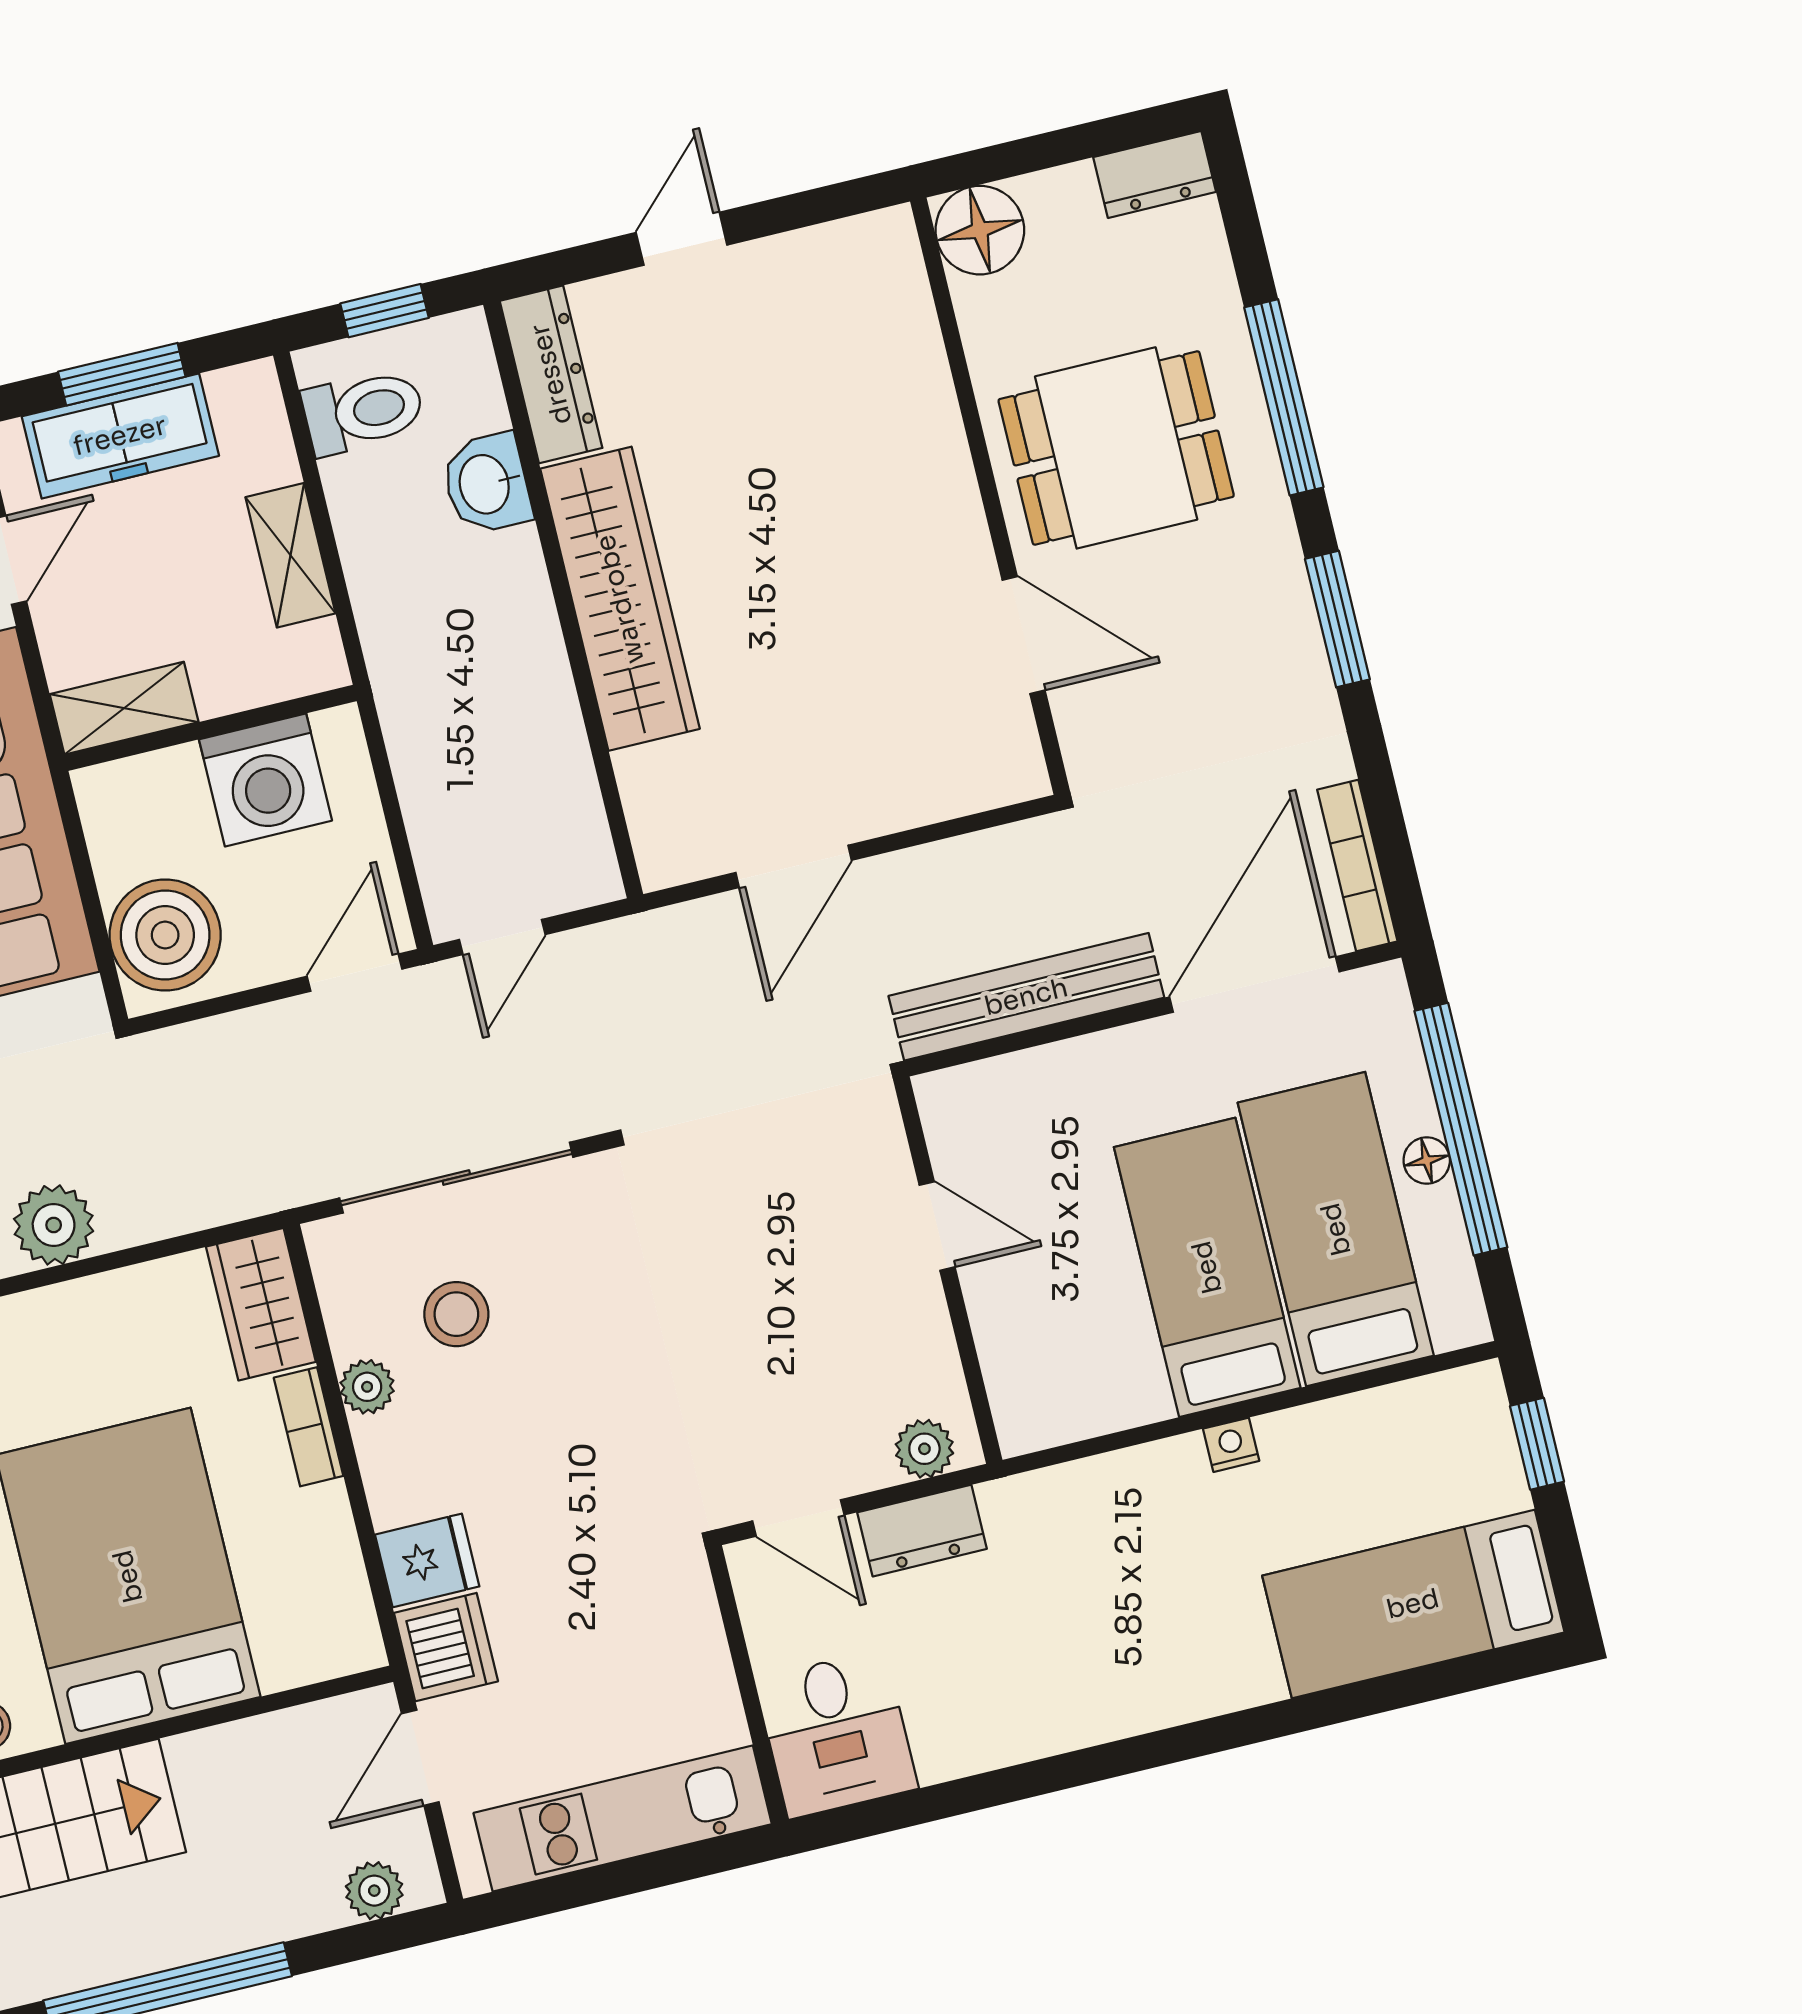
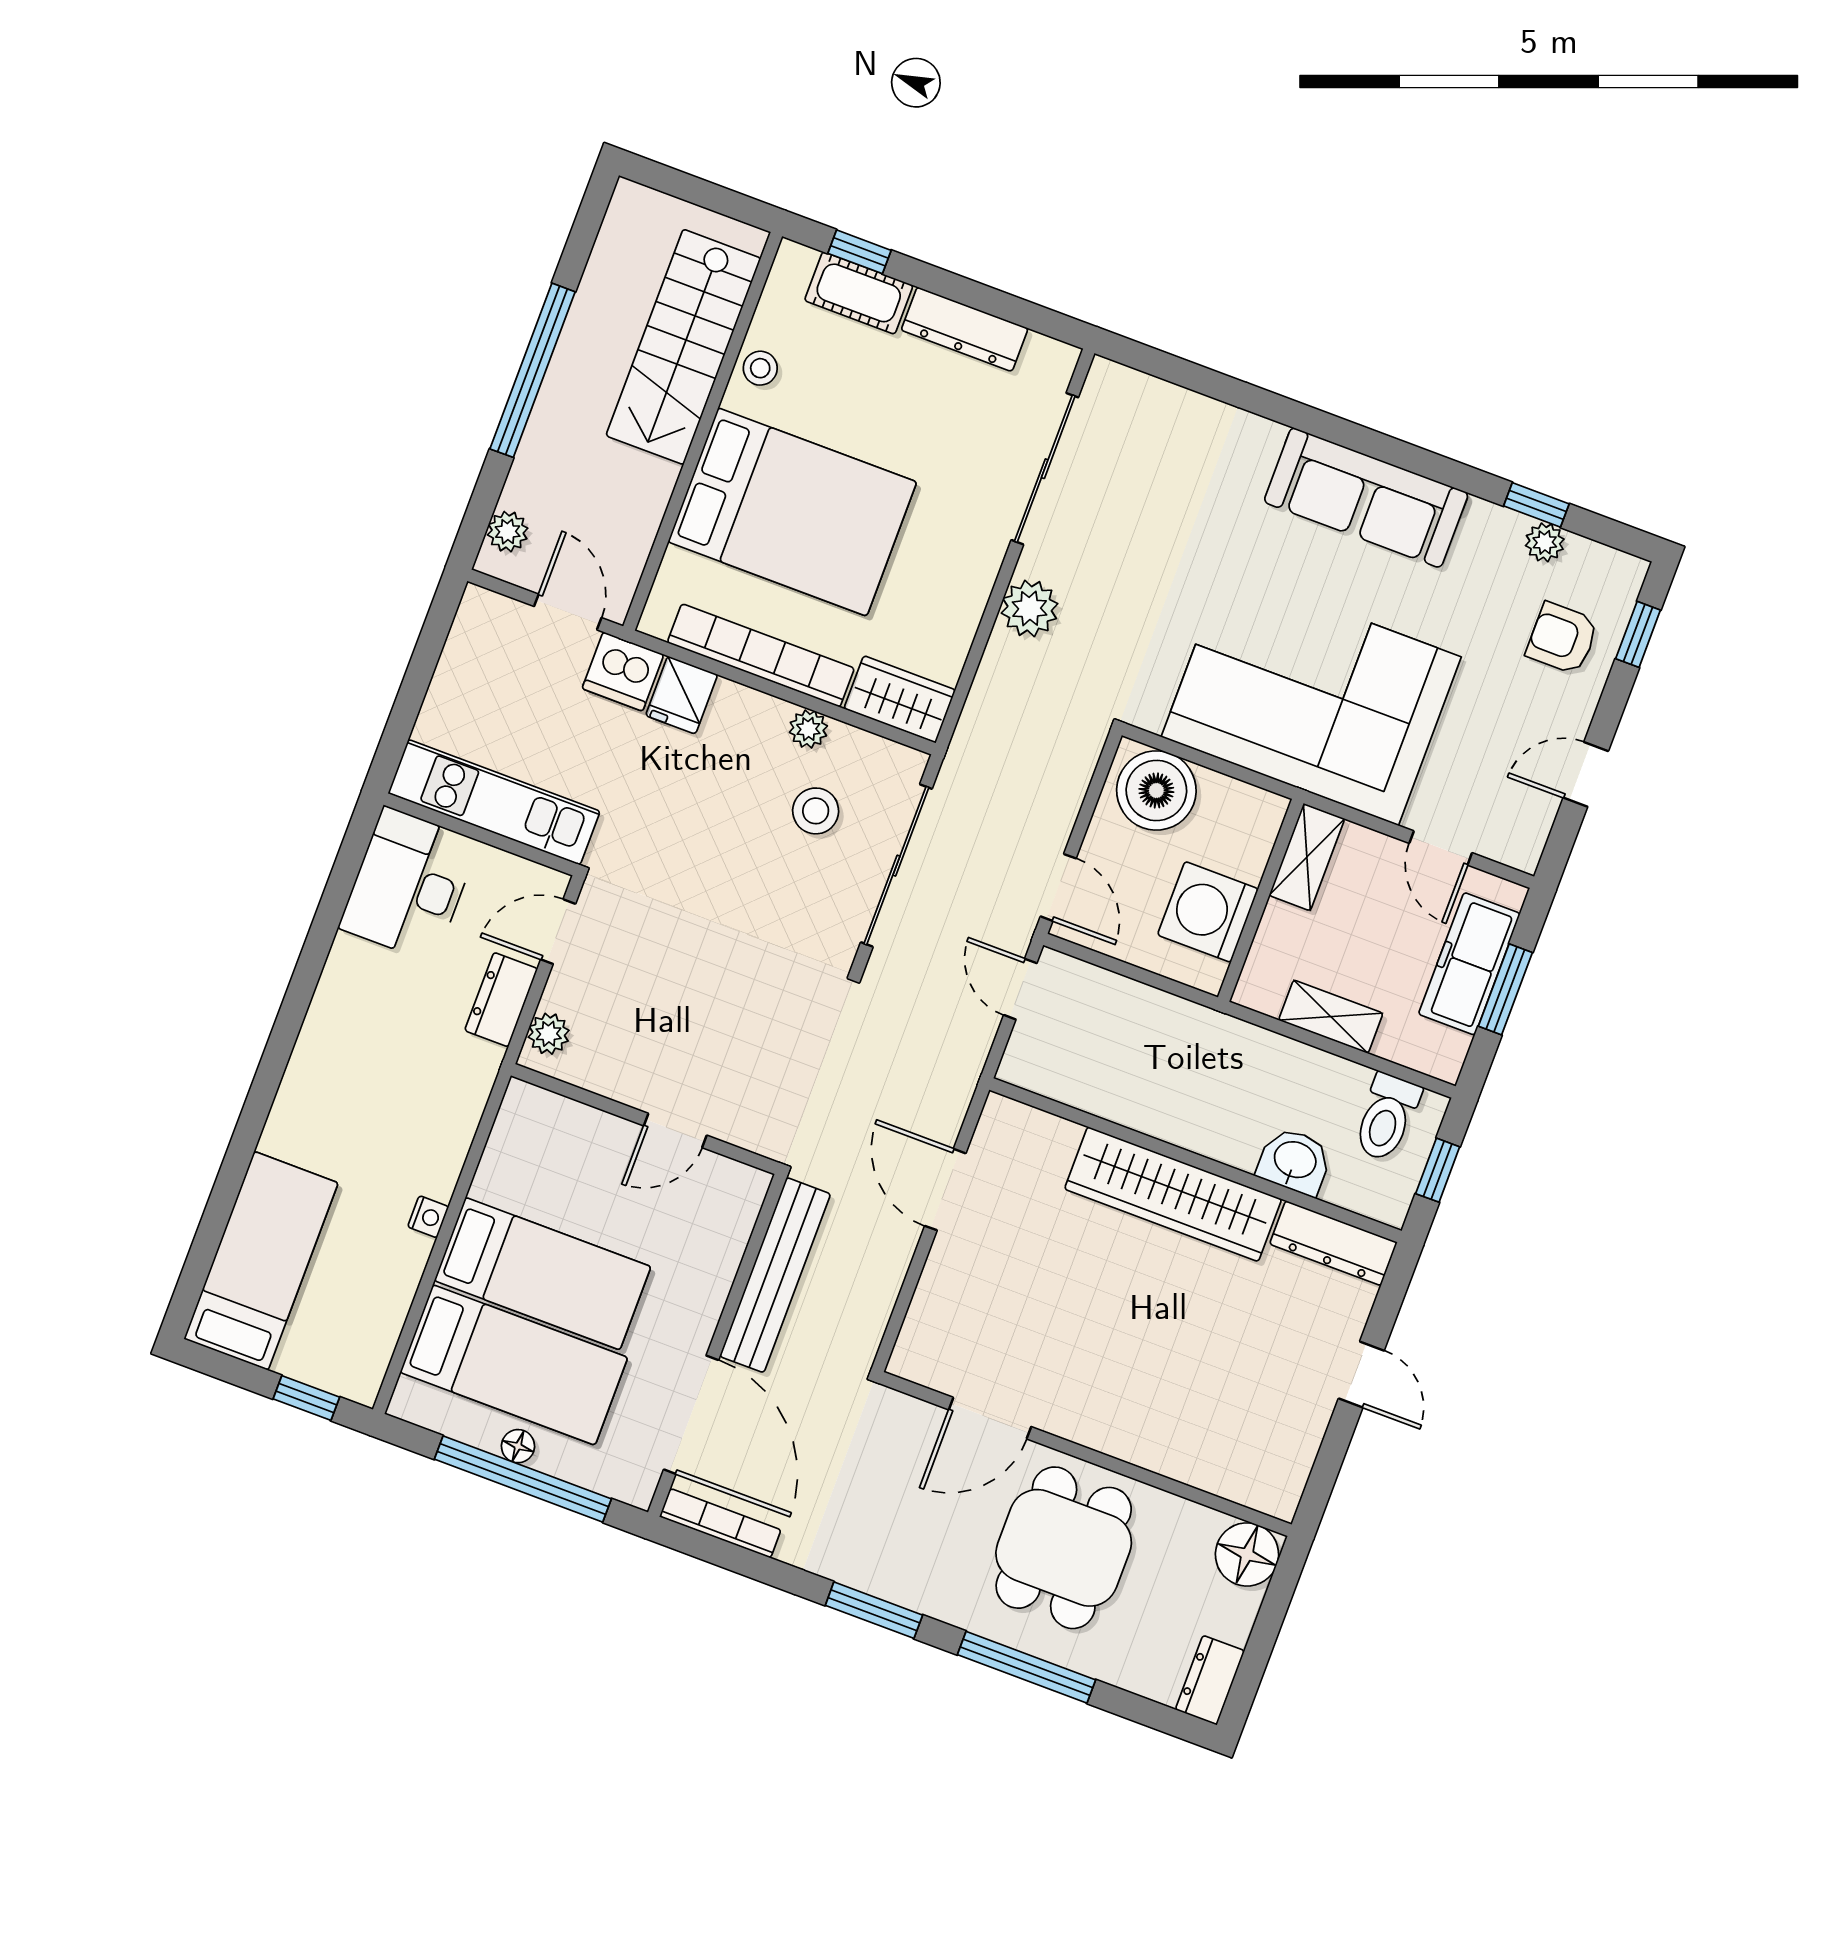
bookcase: (309, 1427) -> (761, 655), width x2.31, depth x1.31
desk: (837, 1734) -> (409, 884), width x1.37
kitchen unit: (623, 1819) -> (494, 802), moved, turned -90

